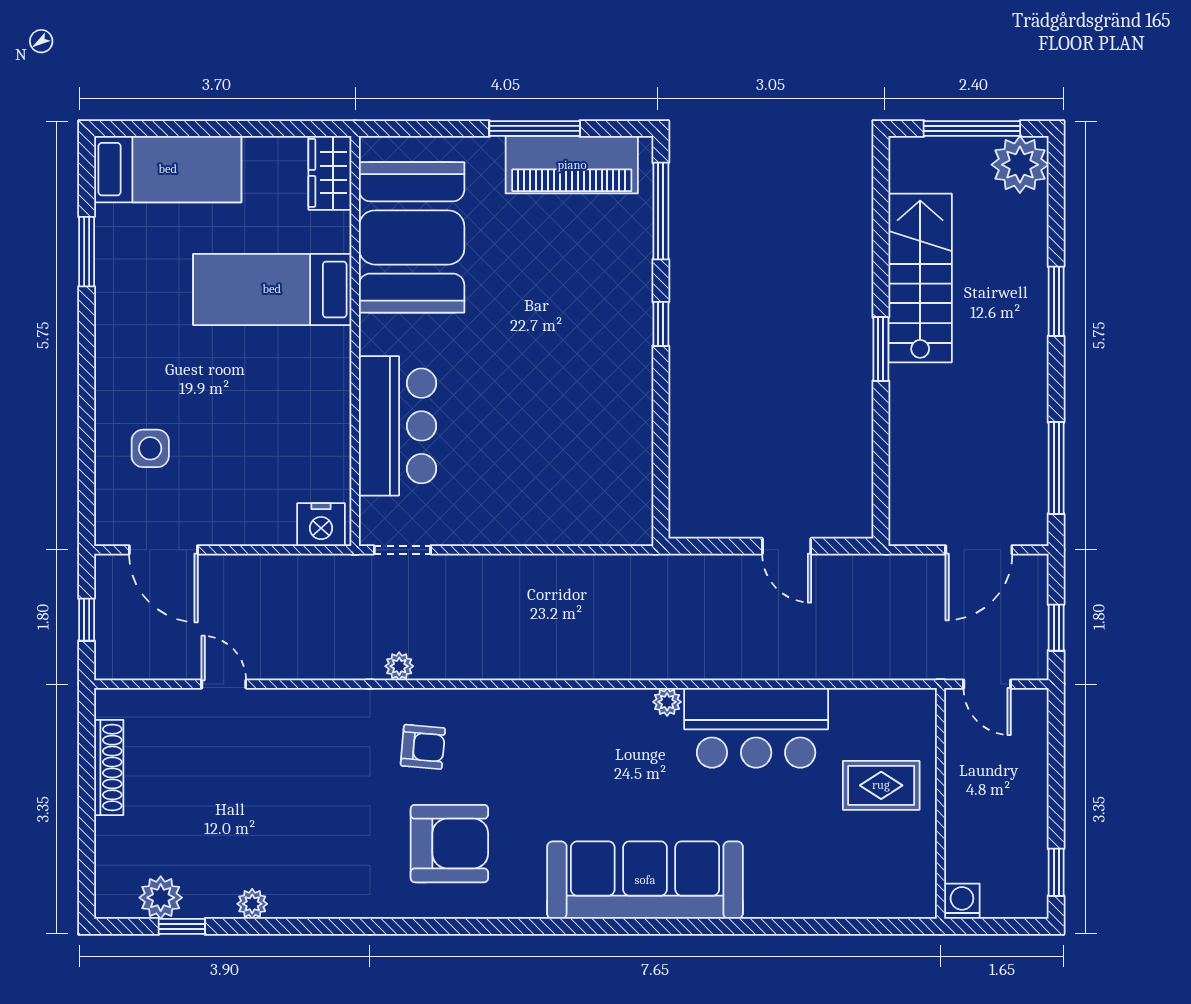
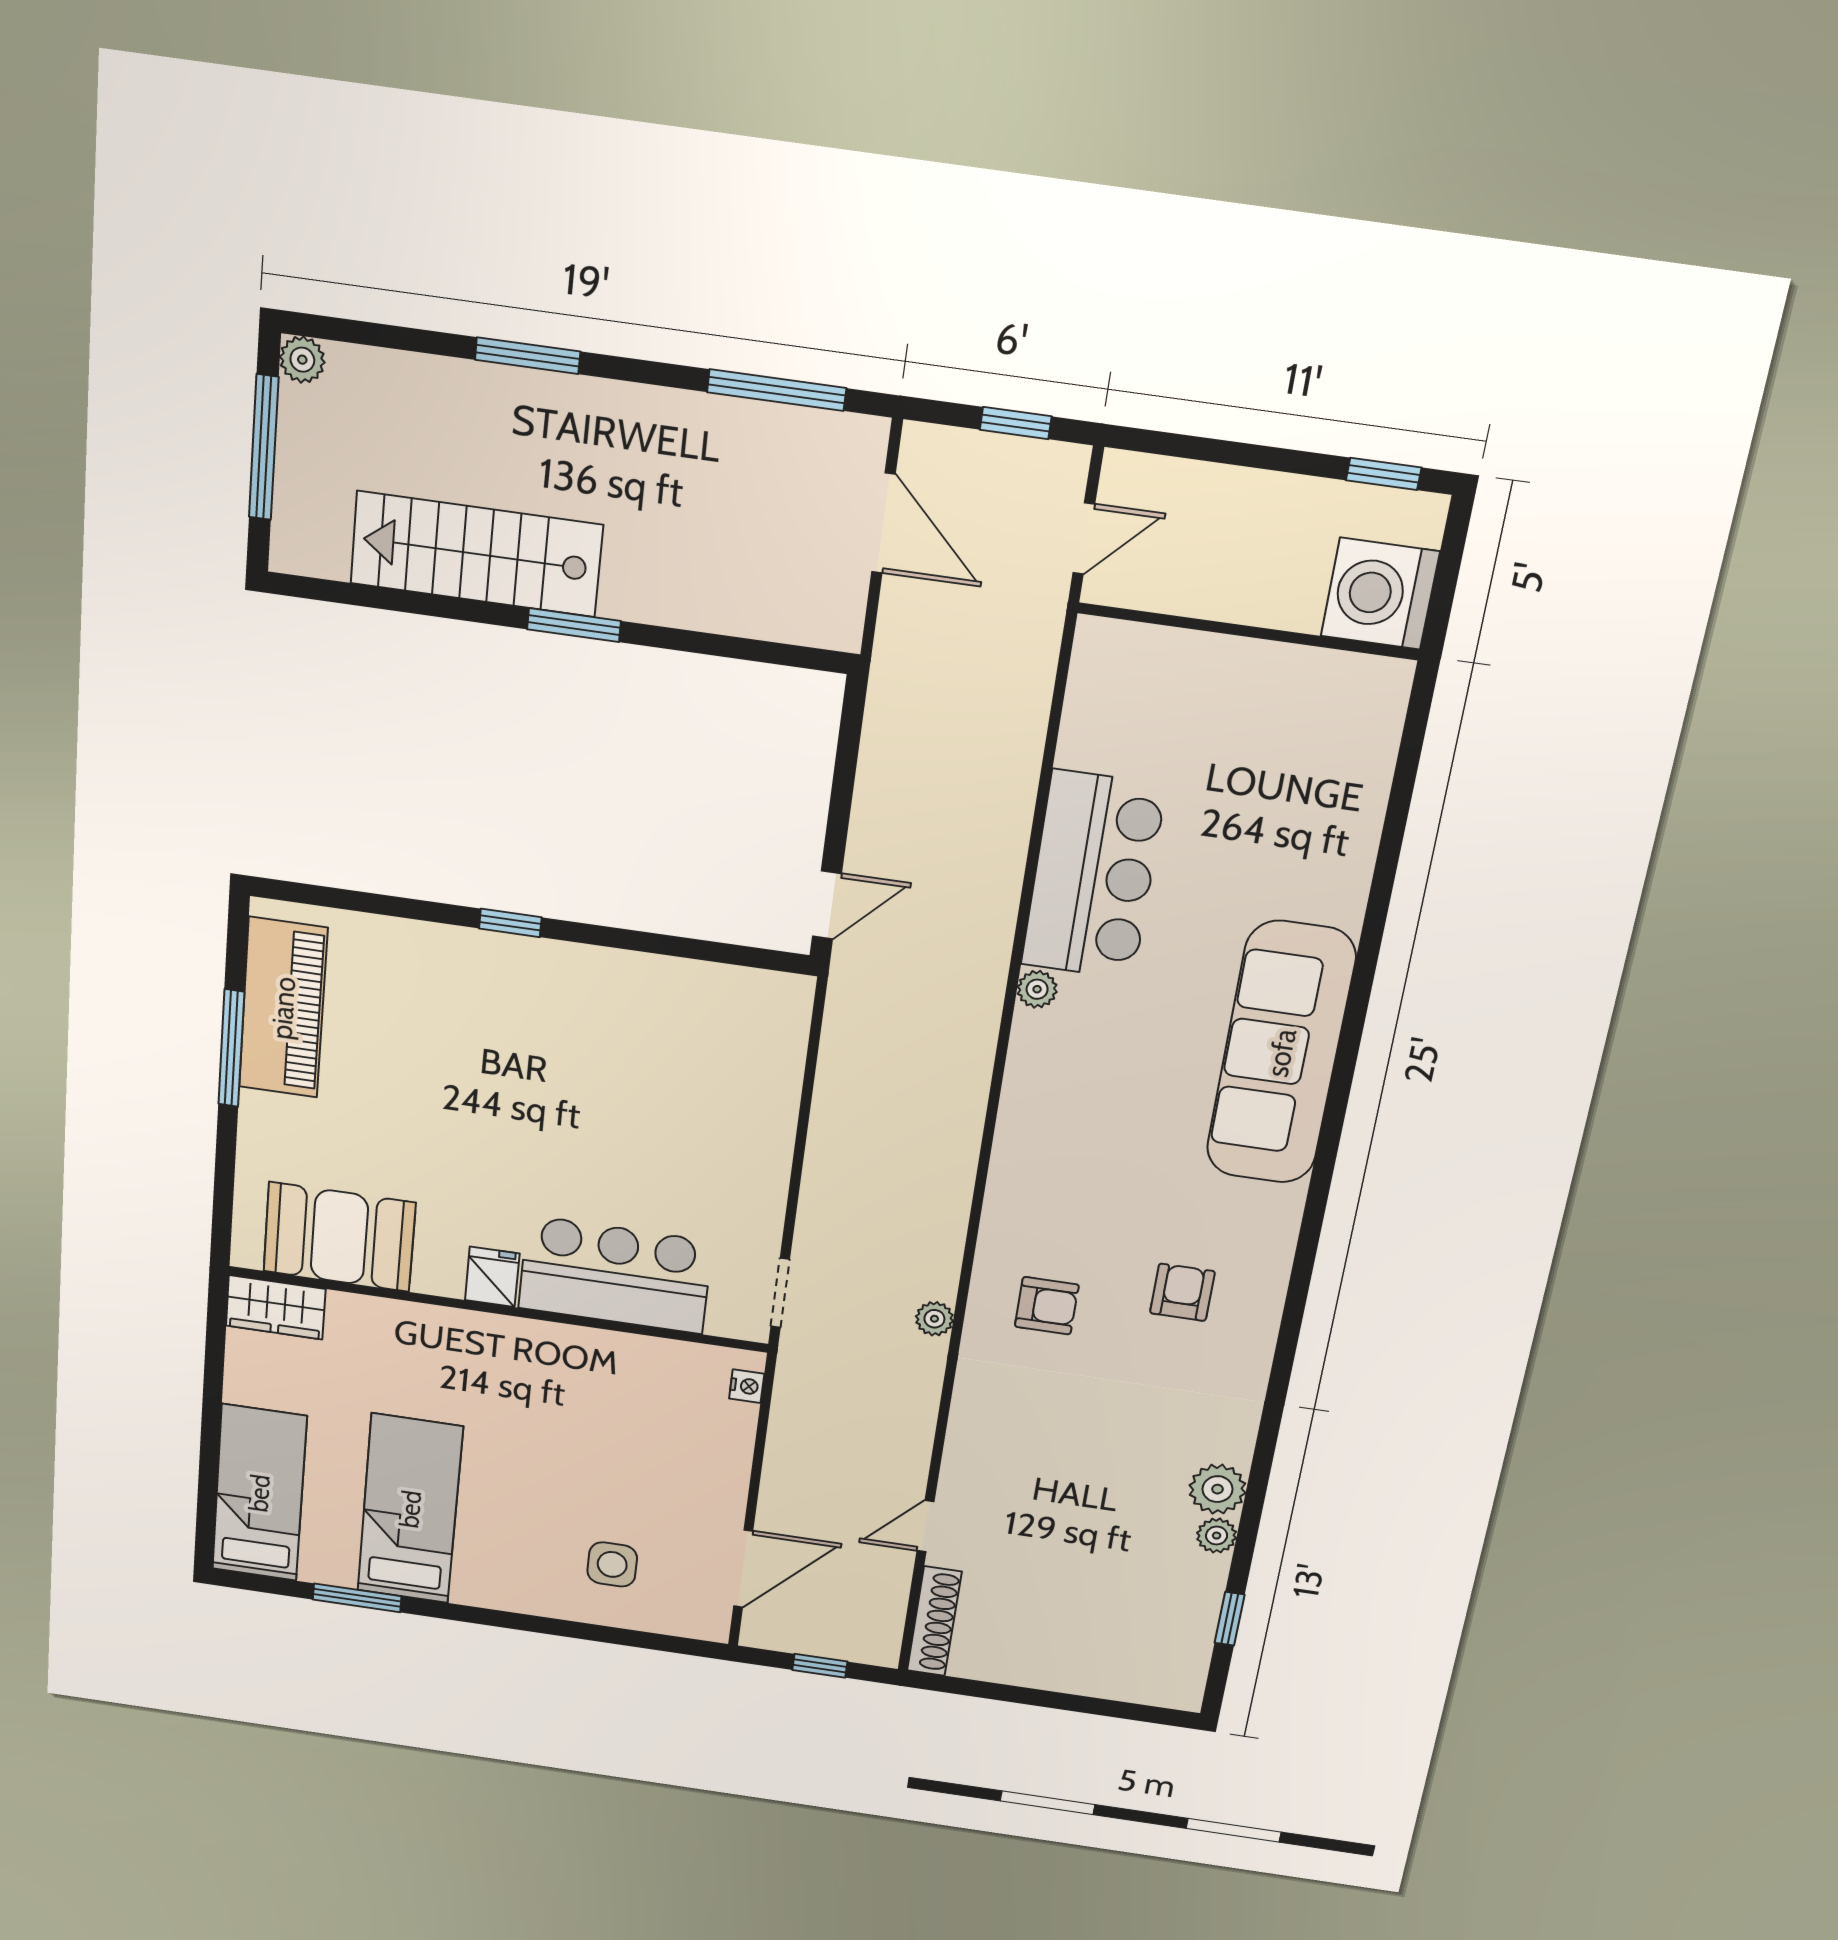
plant: (1020, 165) -> (302, 360), width x0.53, depth x0.53
window: (661, 211) -> (354, 901), removed
booth: (412, 237) -> (339, 1237), width x0.73, depth x0.70
bed: (272, 289) -> (410, 1509), moved, turned 180
fridge: (381, 334) -> (492, 1277), added
nightstand: (321, 525) -> (747, 1386), width x0.53, depth x0.56
door: (787, 546) -> (827, 905), moved
armchair: (423, 747) -> (1047, 1306), turned 85
shoe rack: (109, 767) -> (934, 1621), moved, turned 90
rug: (881, 785) -> (1206, 713), removed
armchair: (449, 844) -> (1182, 1292), width x0.53, depth x0.53
plant: (161, 898) -> (1217, 1489), moved
washing machine: (962, 901) -> (1380, 594), width x1.89, depth x1.89

